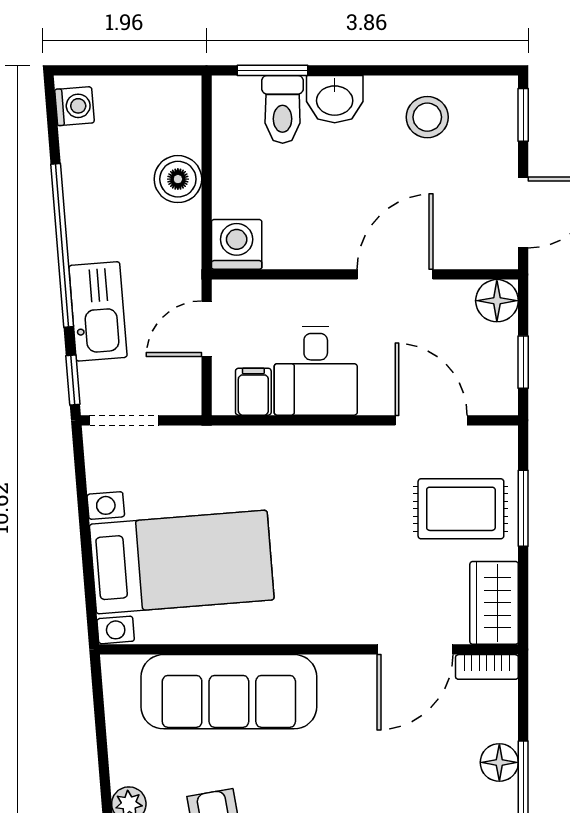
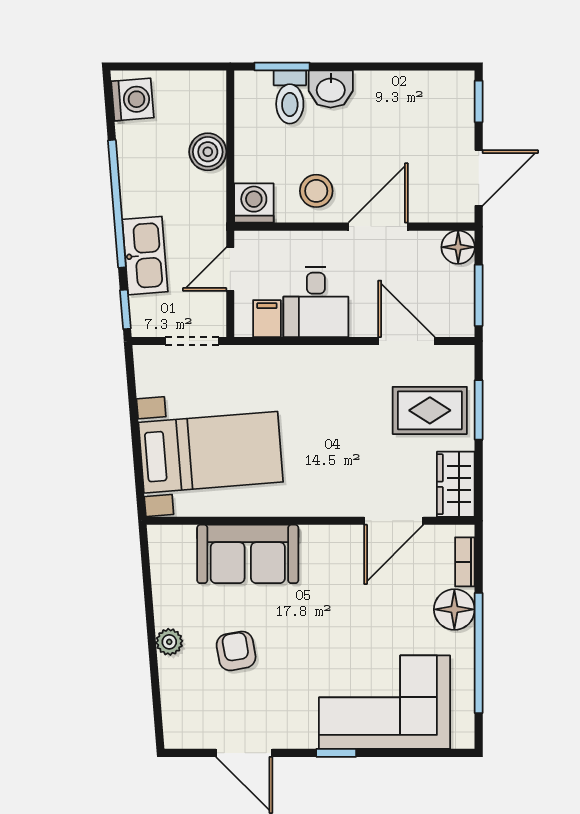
washing machine: (75, 106) -> (133, 100), width x1.38, depth x1.38
stool: (427, 117) -> (316, 191), moved
window: (523, 362) -> (479, 295), width x1.50
doorway: (124, 420) -> (192, 341), moved
bookcase: (487, 667) -> (465, 562), moved, turned 90
sofa: (229, 692) -> (248, 554), width x0.73
floor lamp: (499, 762) -> (454, 609), width x1.38, depth x1.38

